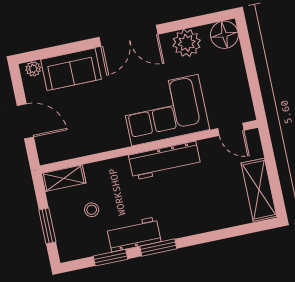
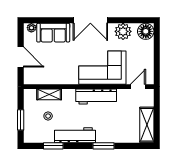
door: (231, 129) -> (138, 87), swing flipped
shelving: (64, 178) -> (49, 94), moved
workbench: (134, 234) -> (75, 135), width x1.38
window: (158, 248) -> (103, 146), moved

